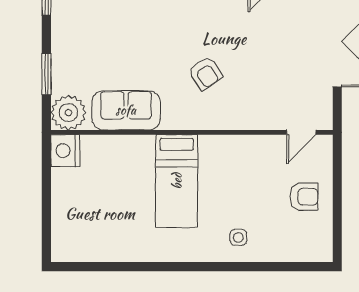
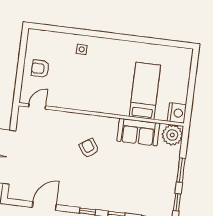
window: (46, 74) -> (181, 170), moved
bed: (177, 181) -> (145, 91), moved

